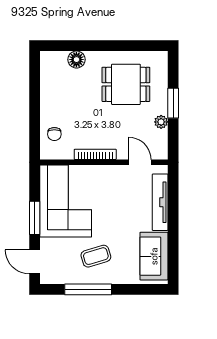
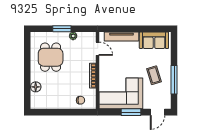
door: (140, 162) -> (98, 49), swing flipped

